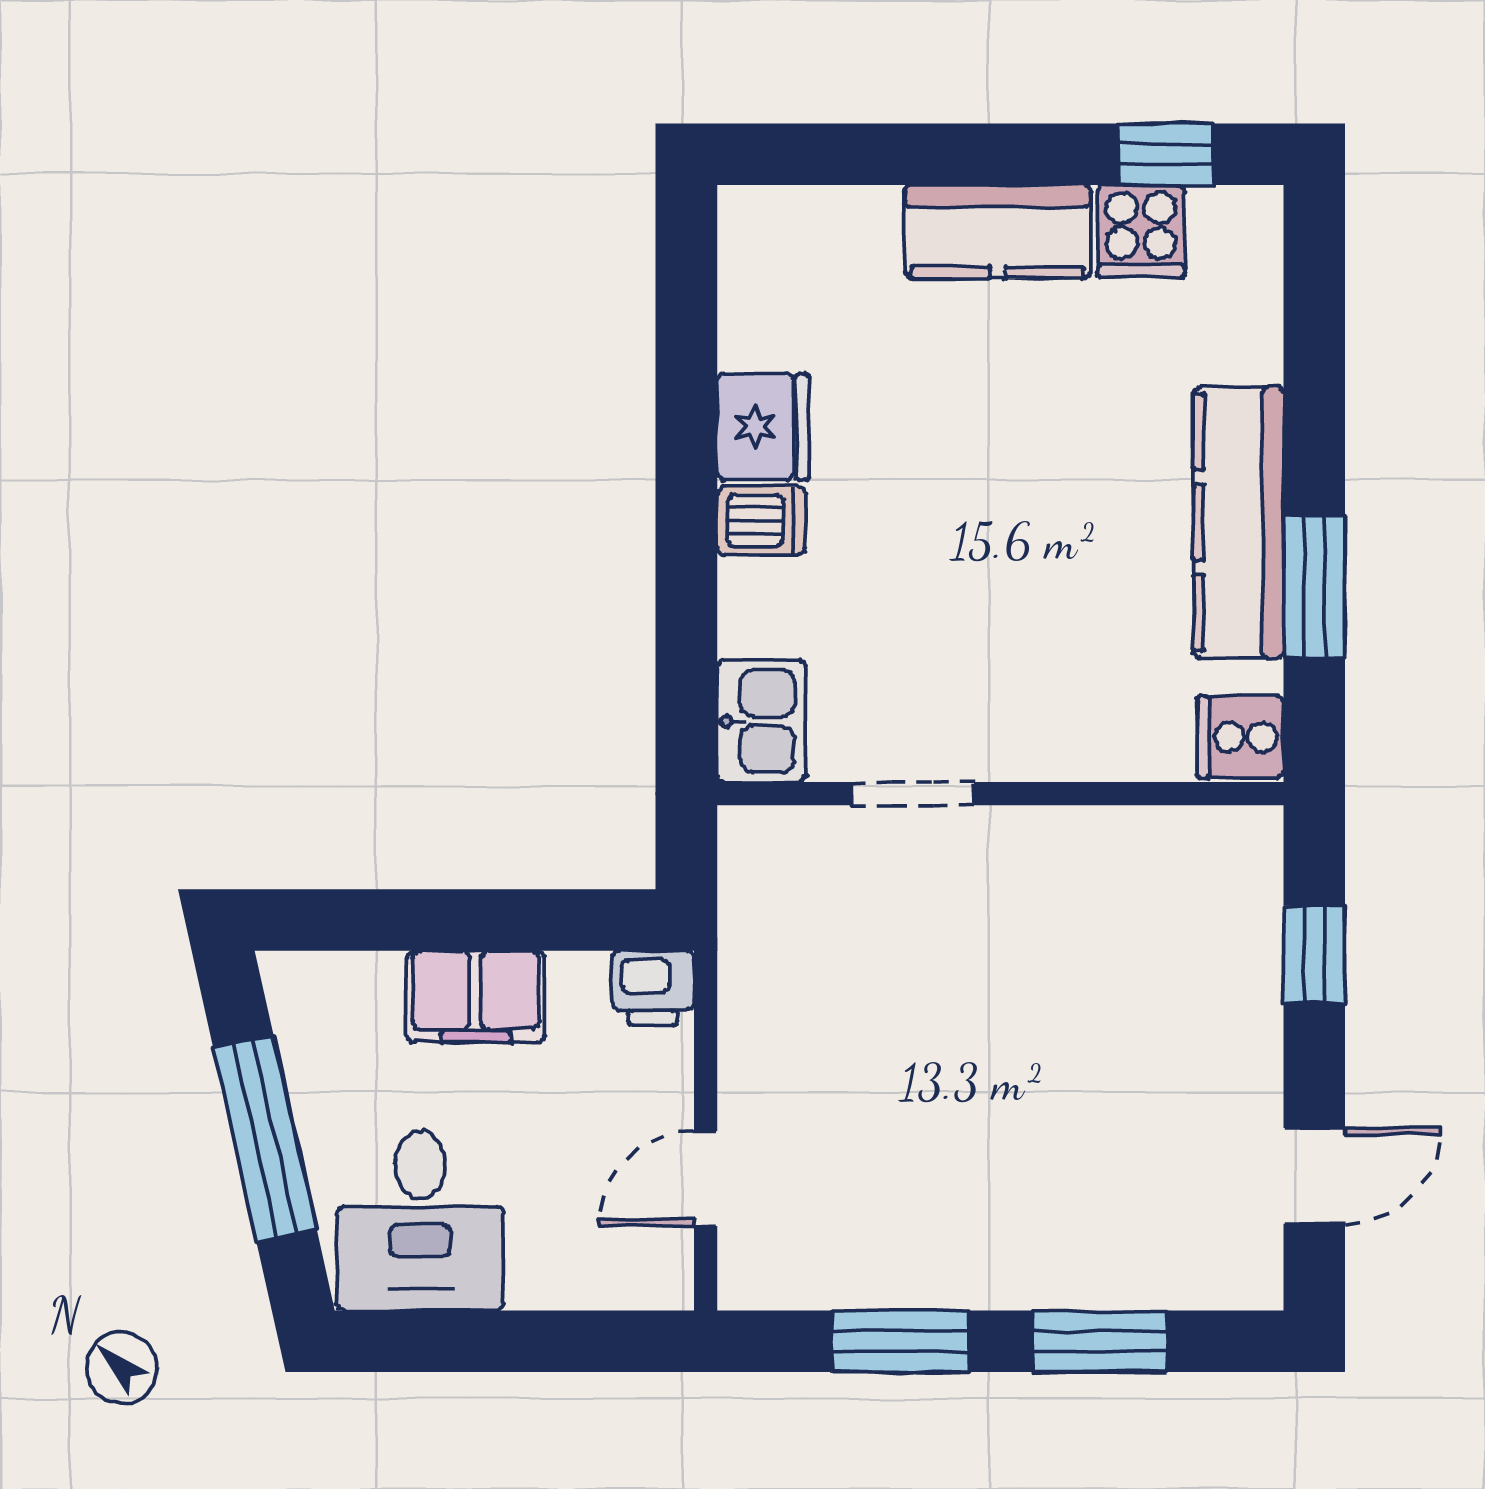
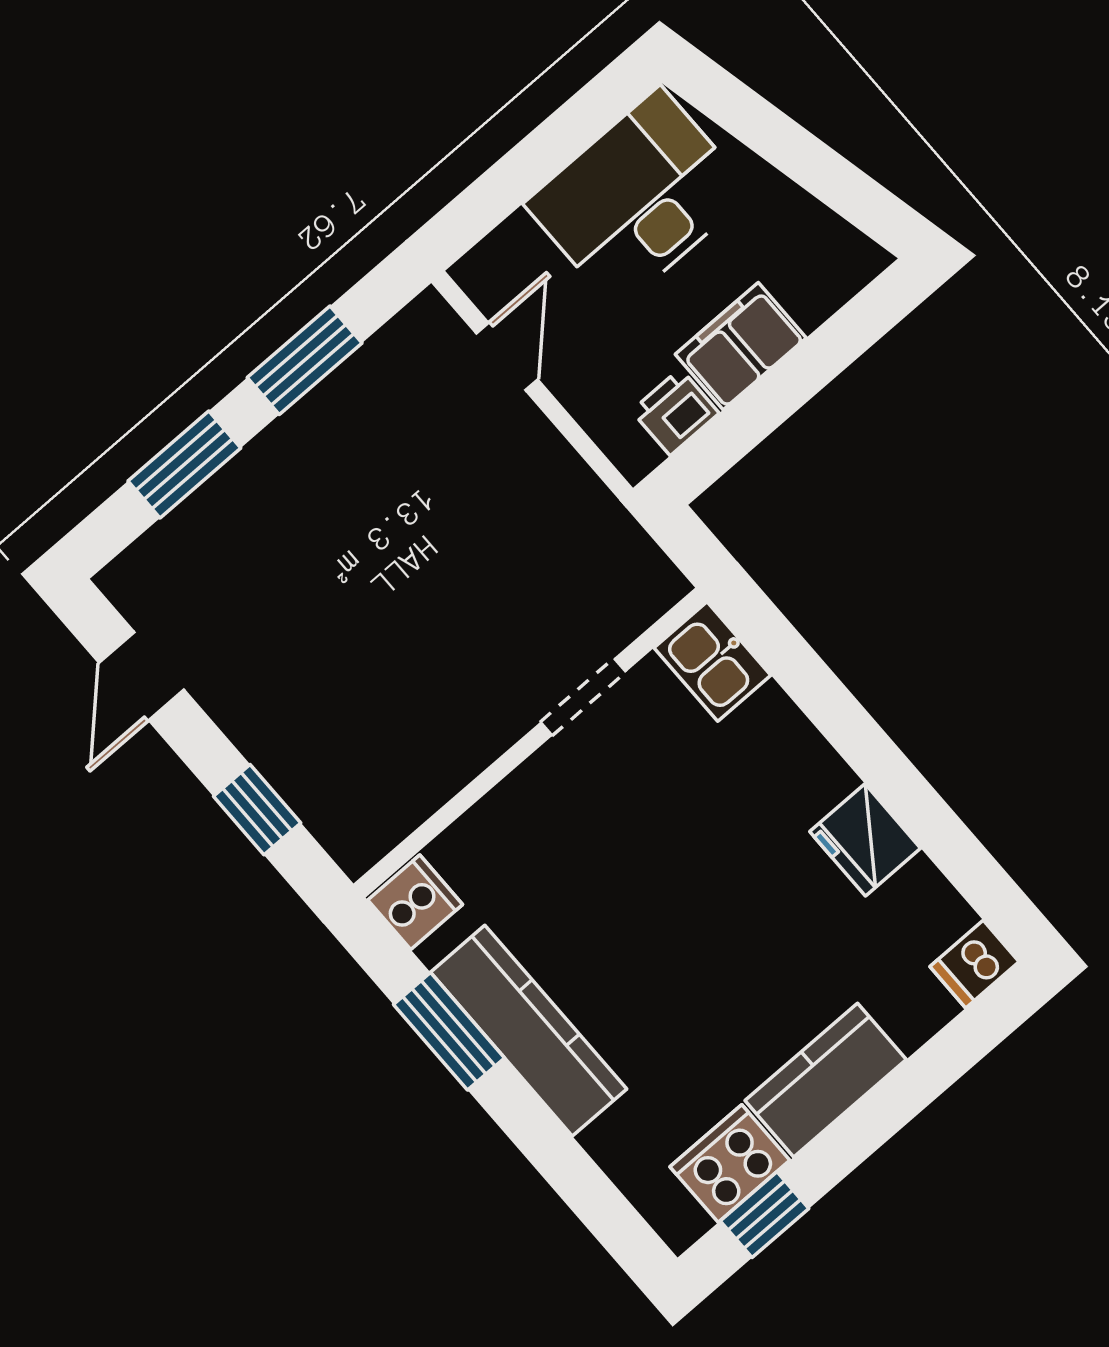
cooker: (1141, 231) -> (730, 1164), width x1.36
dishwasher: (761, 521) -> (974, 964), moved
printer: (653, 988) -> (675, 412), moved
window: (265, 1139) -> (794, 151), removed
desk: (420, 1221) -> (638, 198), width x1.37

